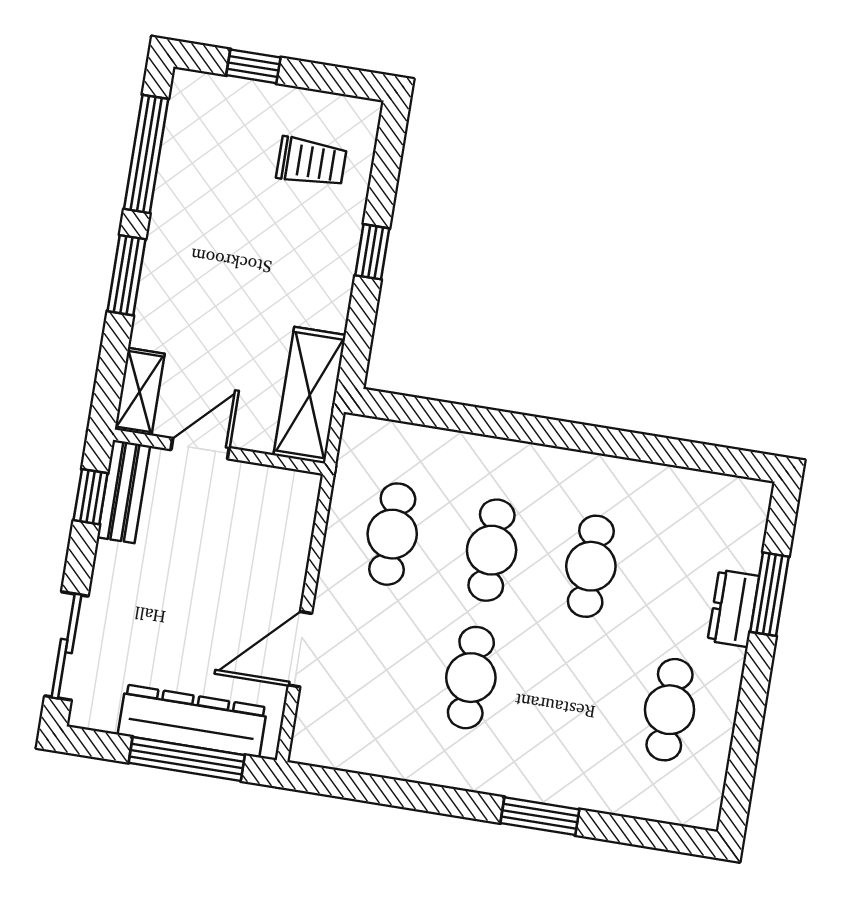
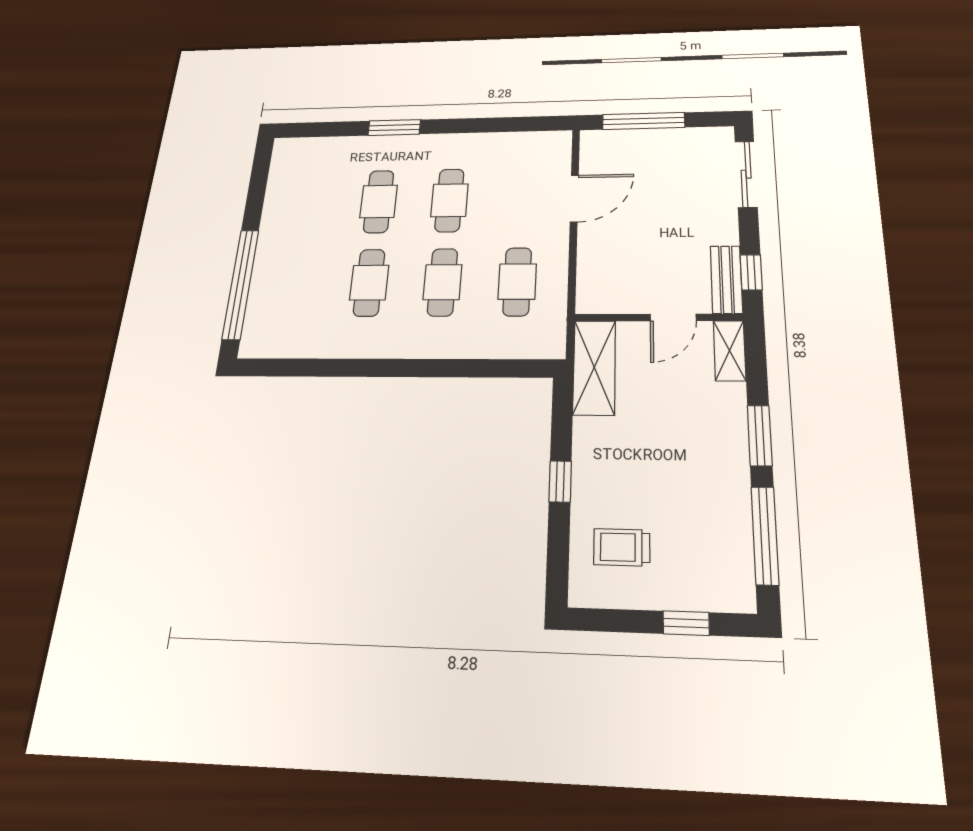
window: (770, 594) -> (241, 284), width x2.11
dresser: (734, 608) -> (266, 271), removed
cafe table: (670, 710) -> (379, 201), moved
dresser: (192, 721) -> (644, 144), removed

